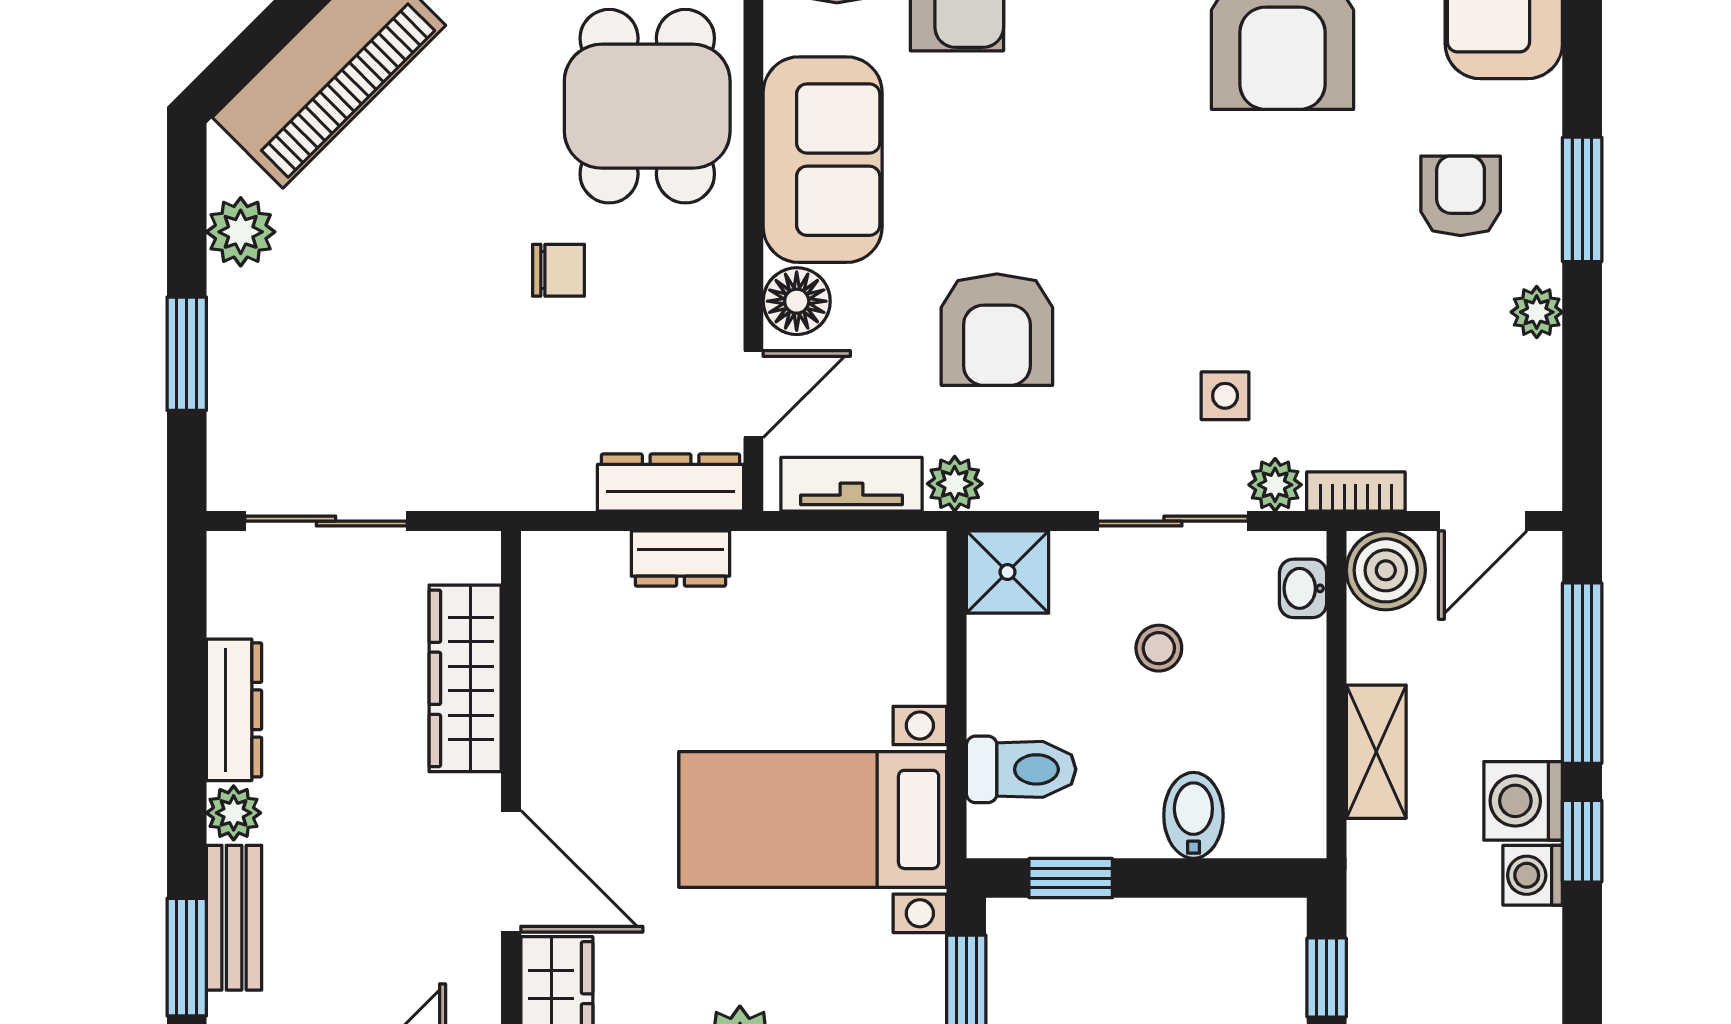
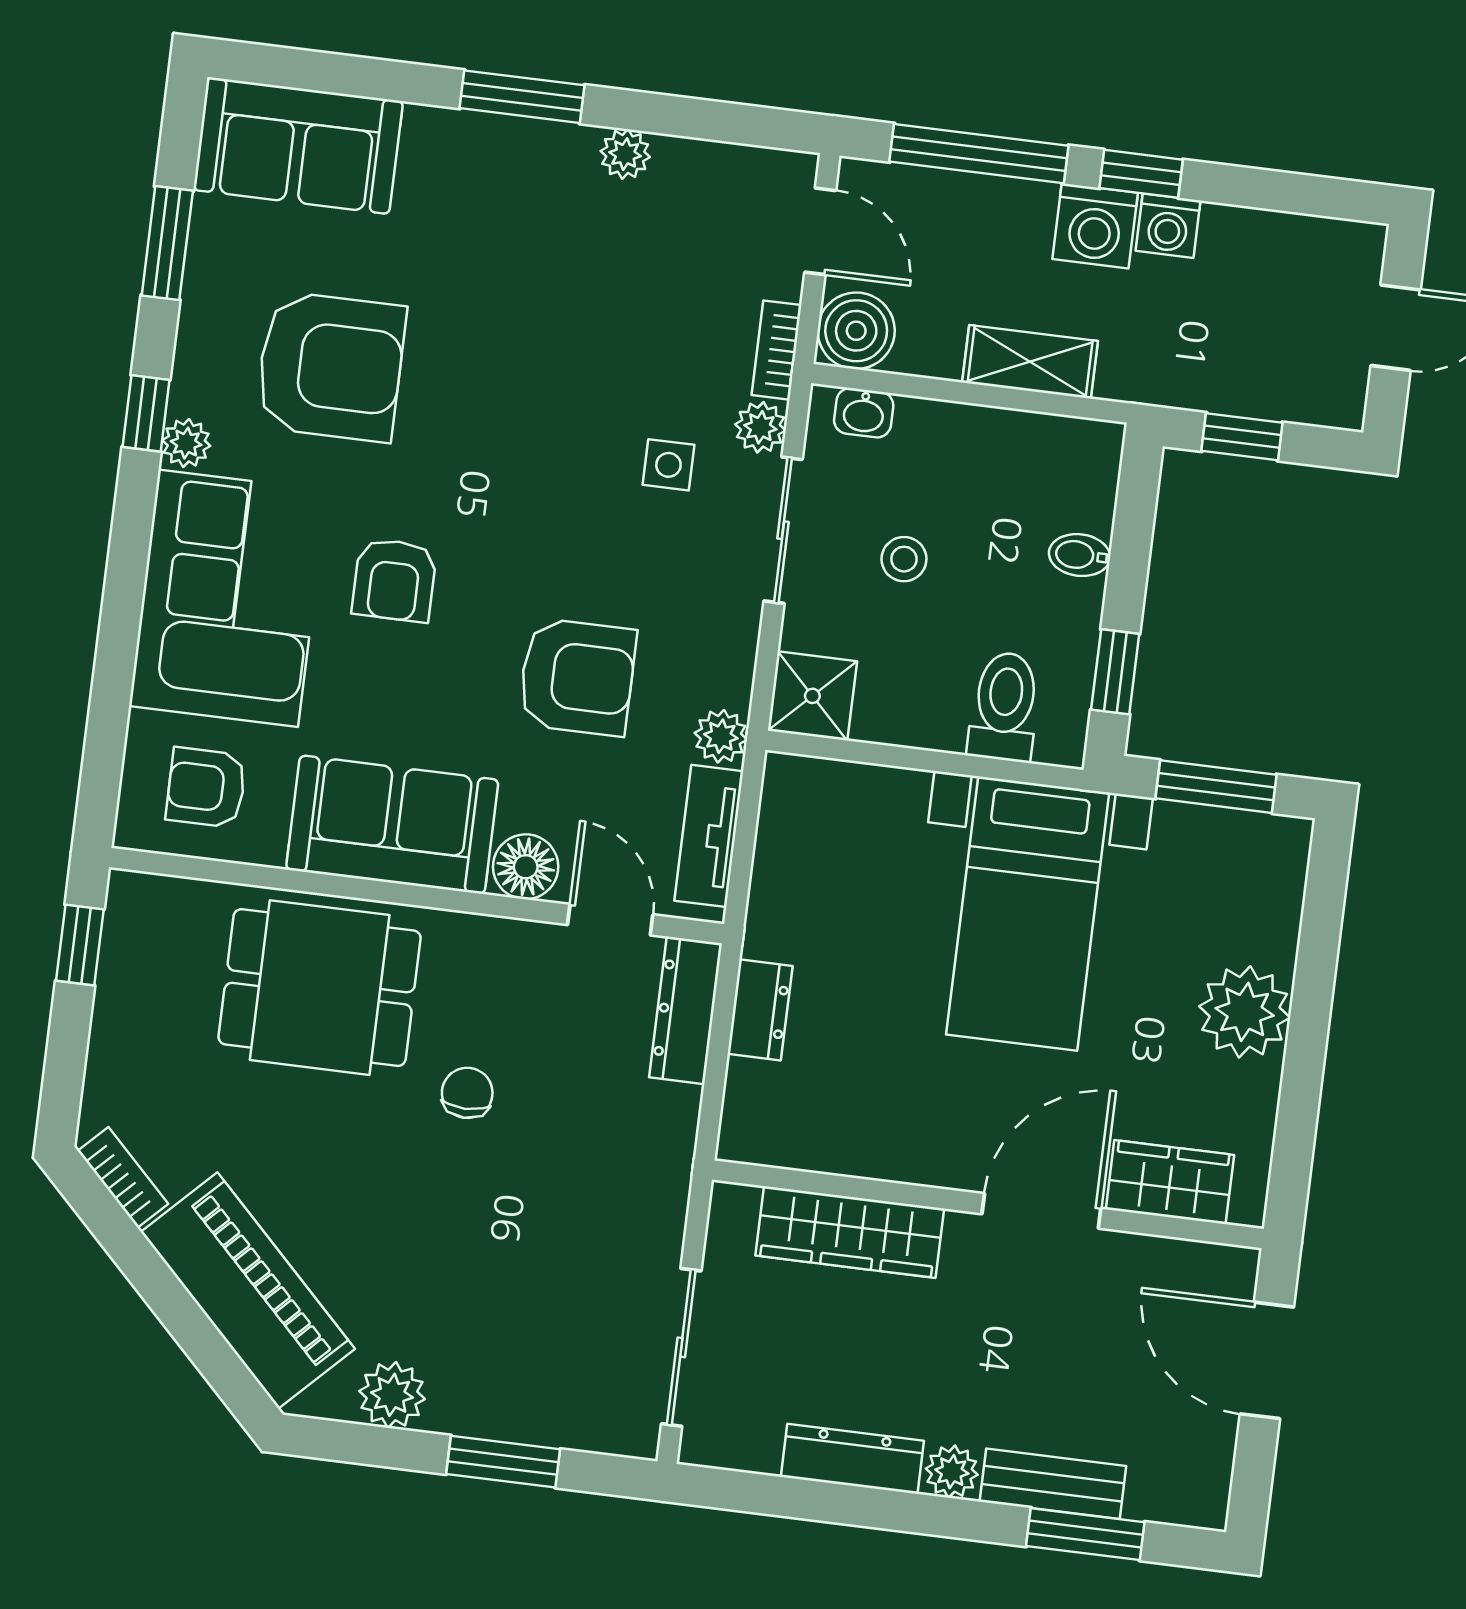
armchair: (1461, 196) -> (394, 580), moved, turned -90
bidet: (1193, 815) -> (1080, 555), width x0.72, depth x0.74

